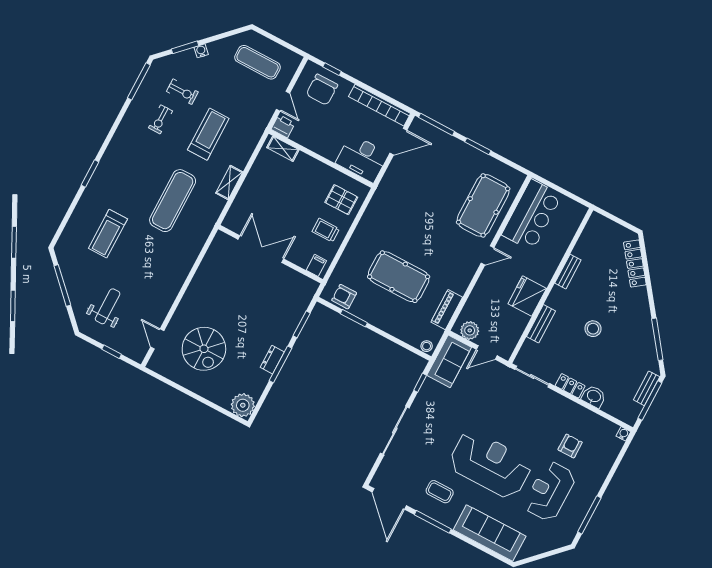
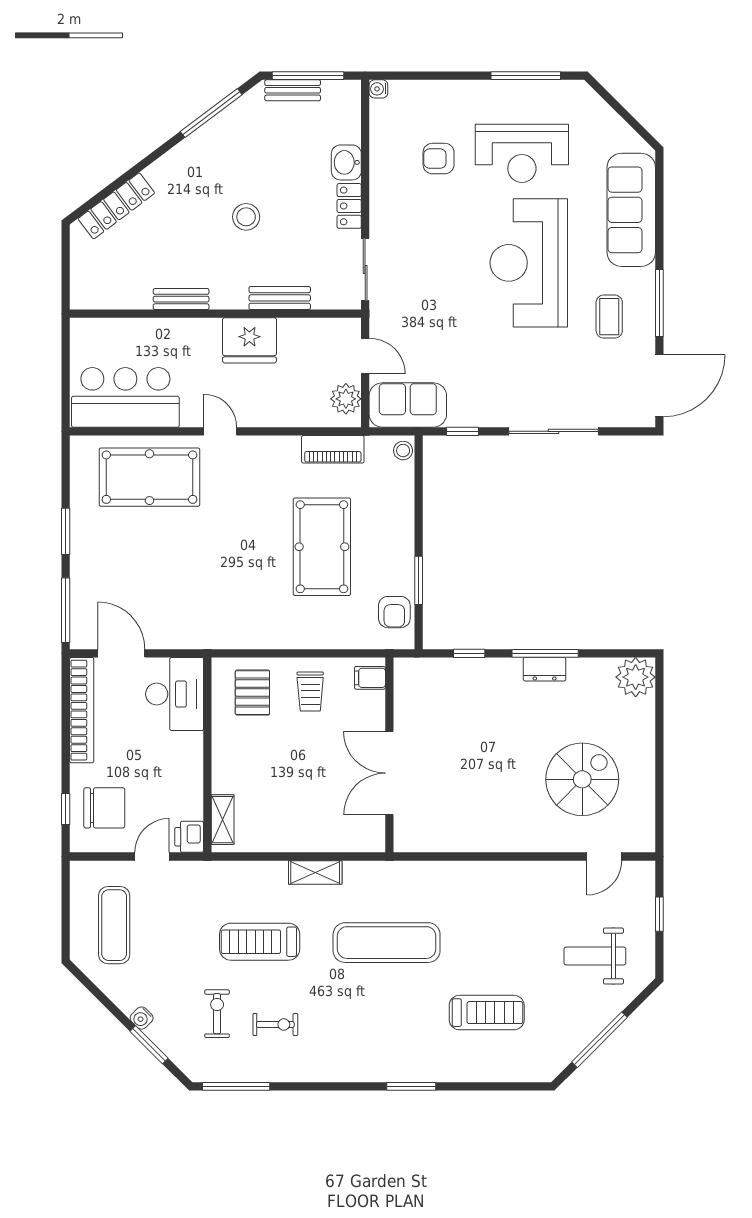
window: (302, 324) -> (469, 653), width x0.67

